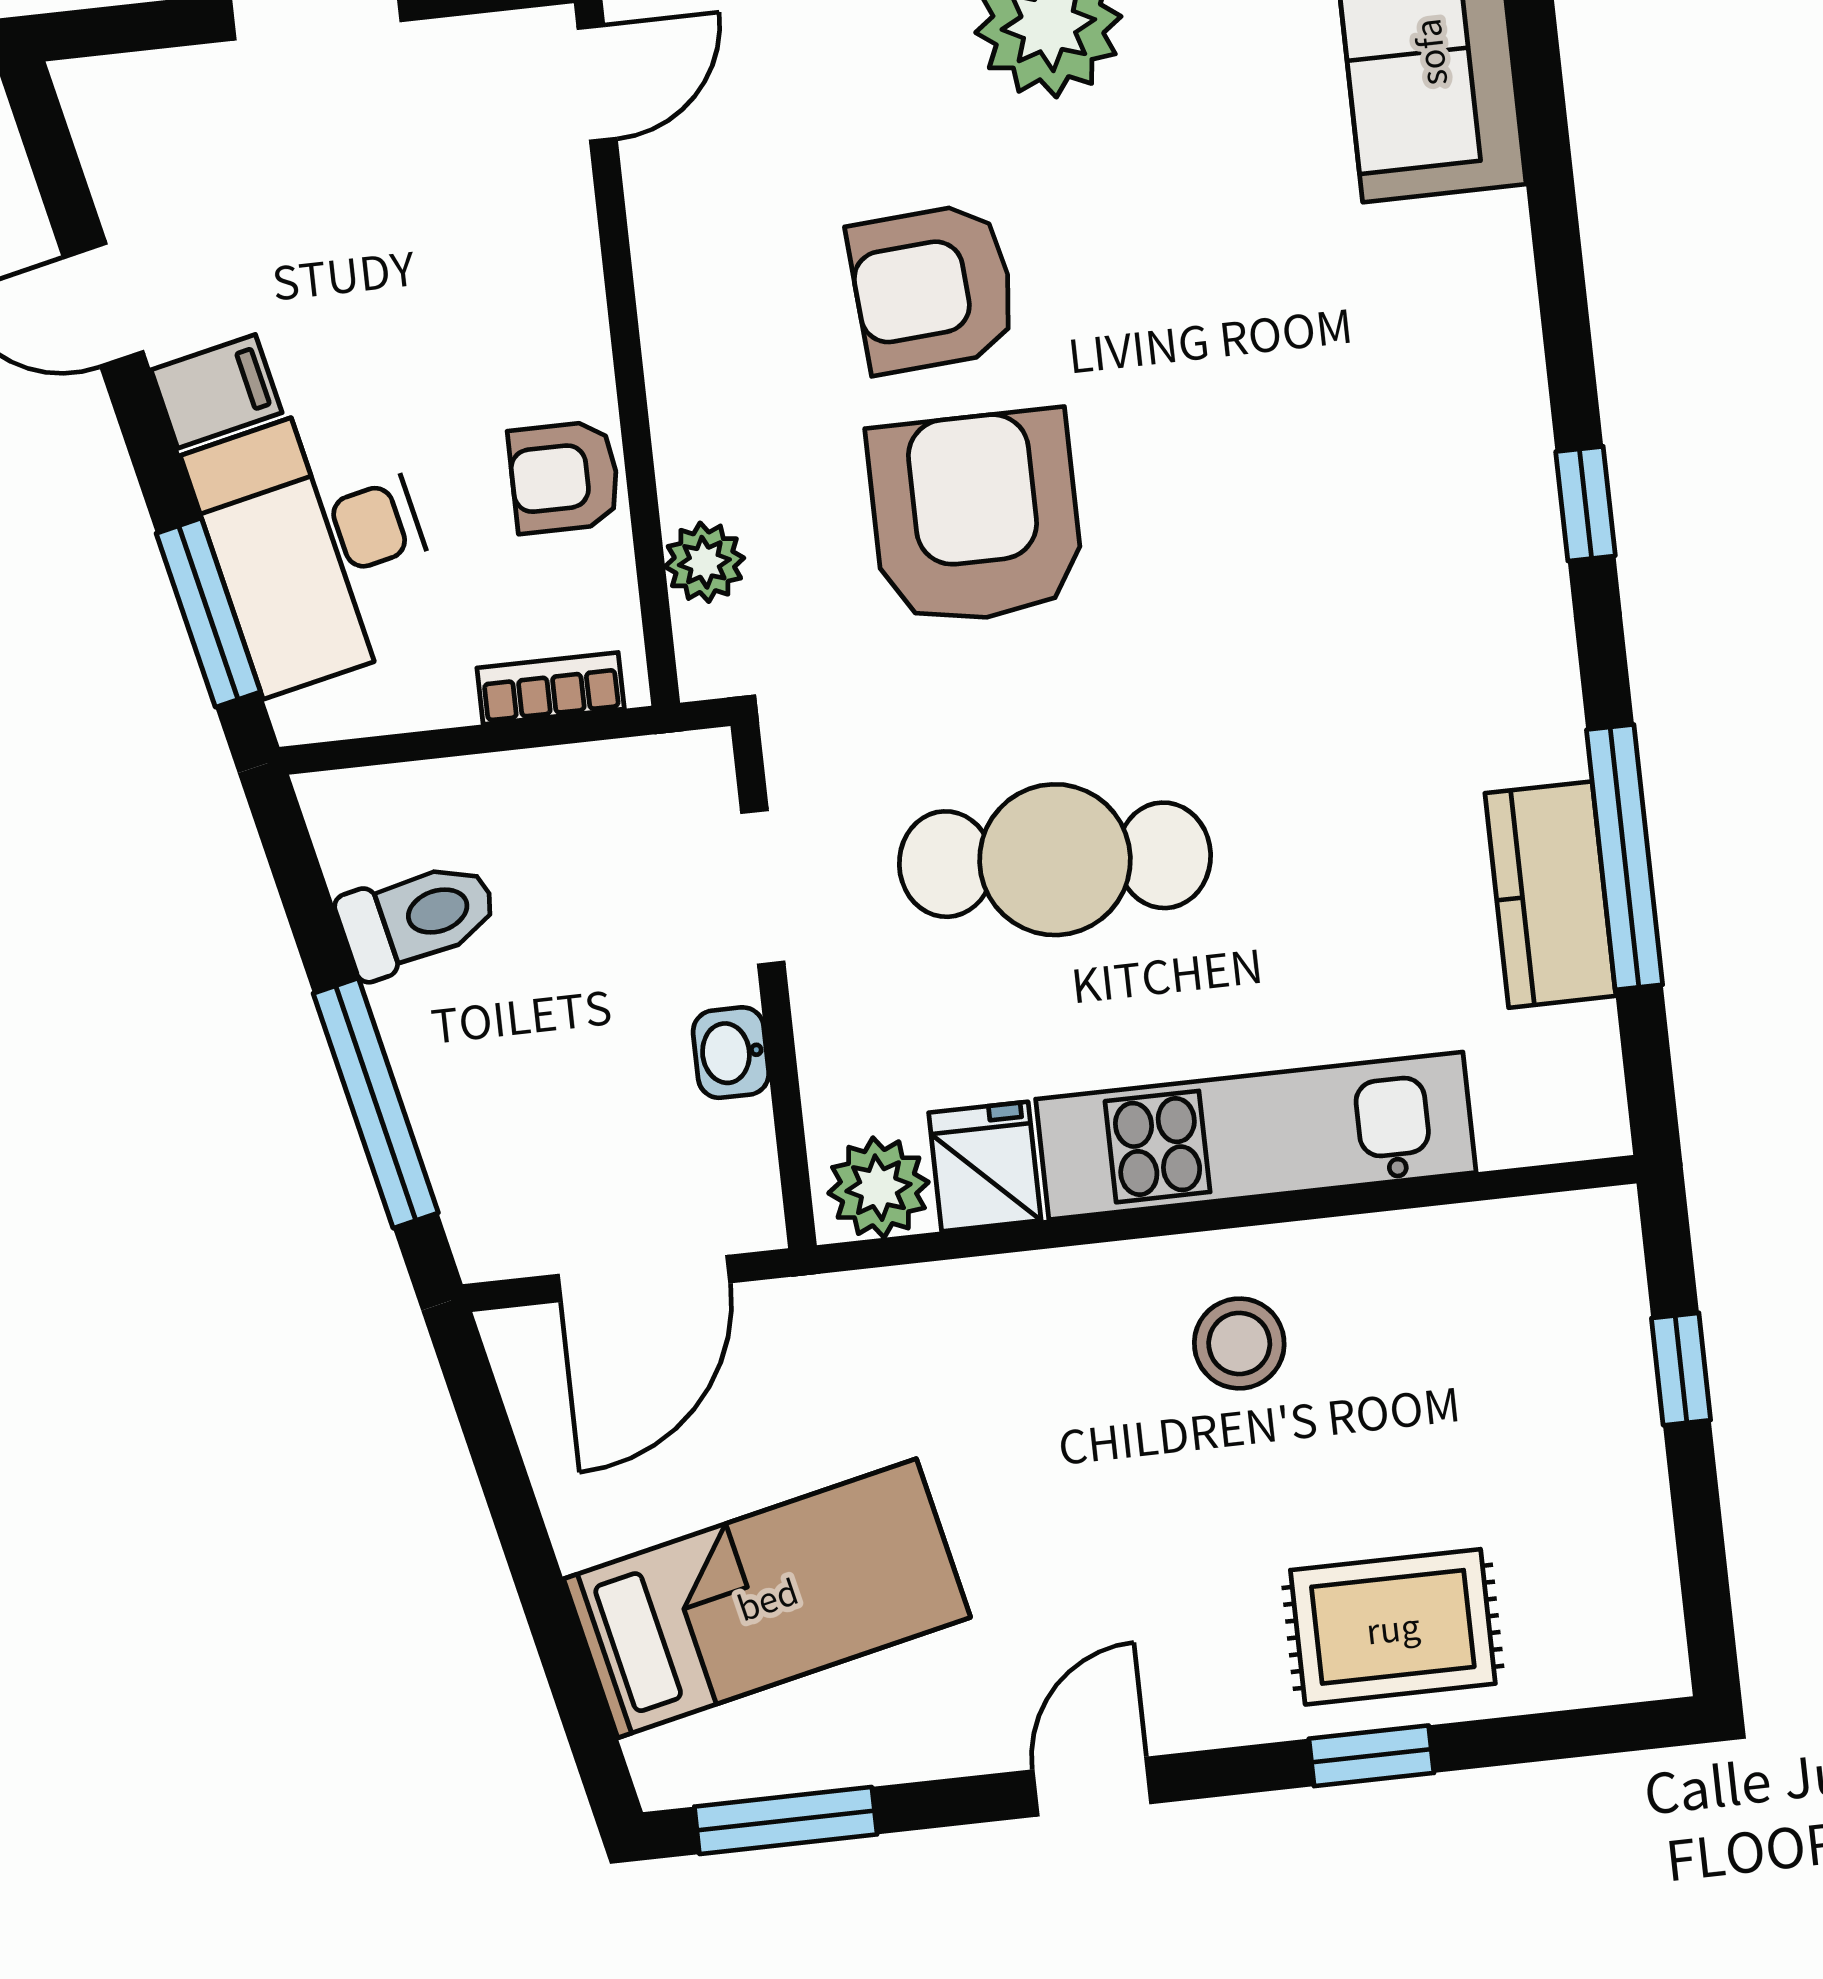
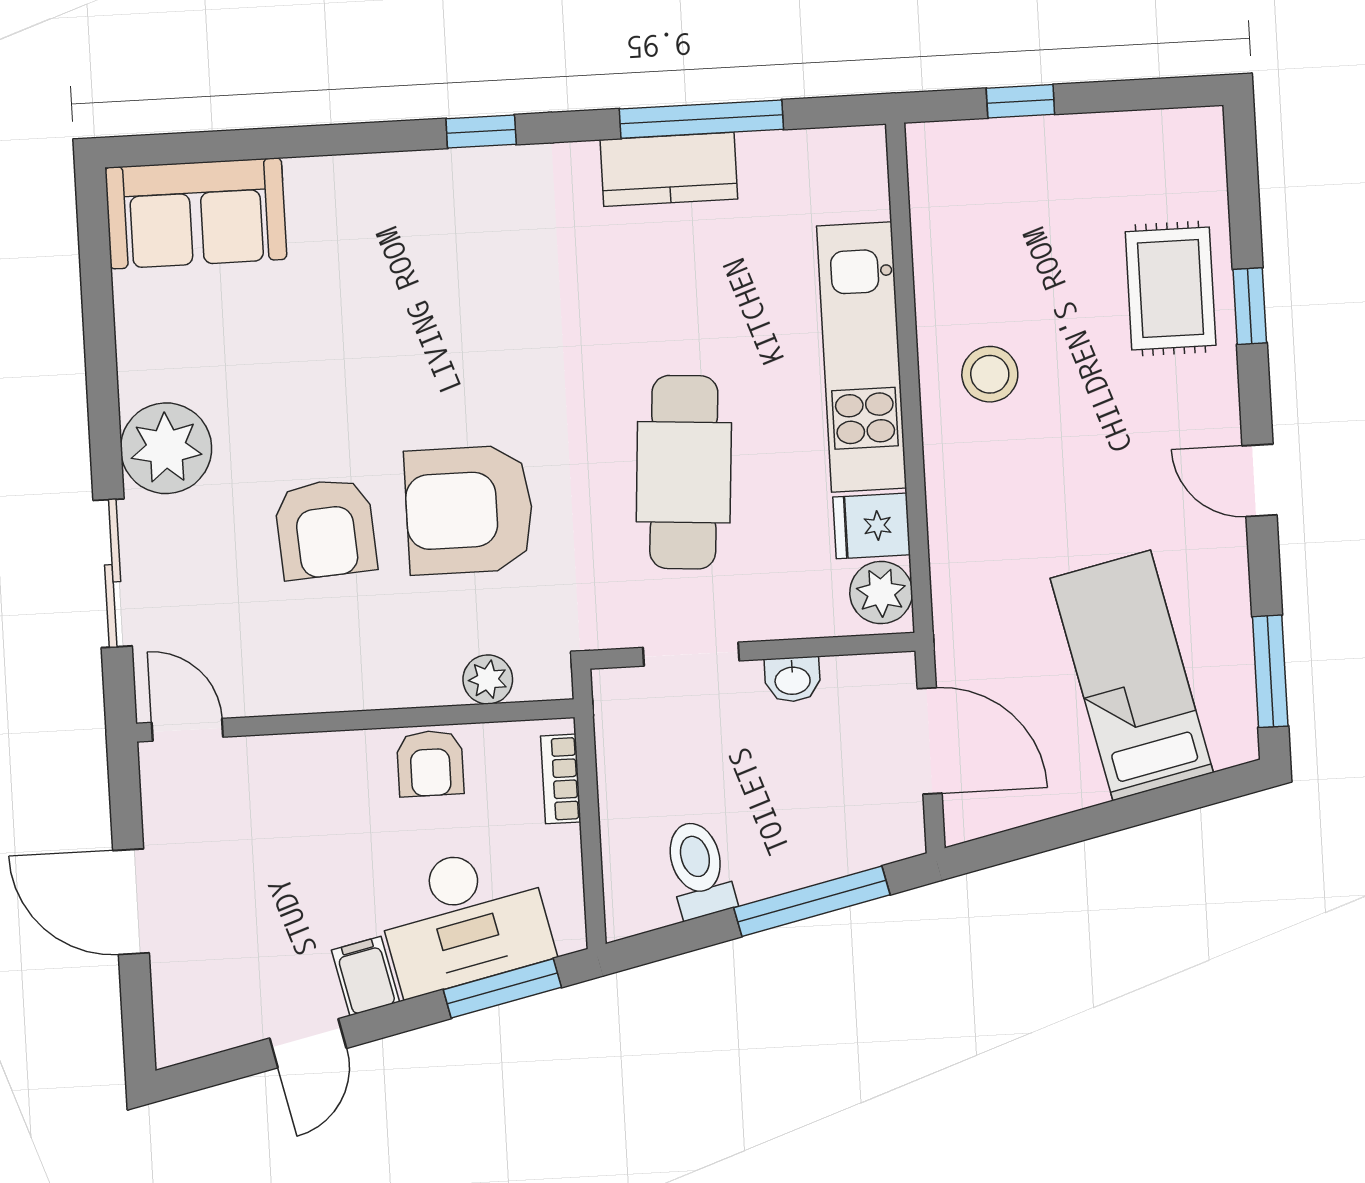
kitchen counter: (1550, 895) -> (669, 169), moved

